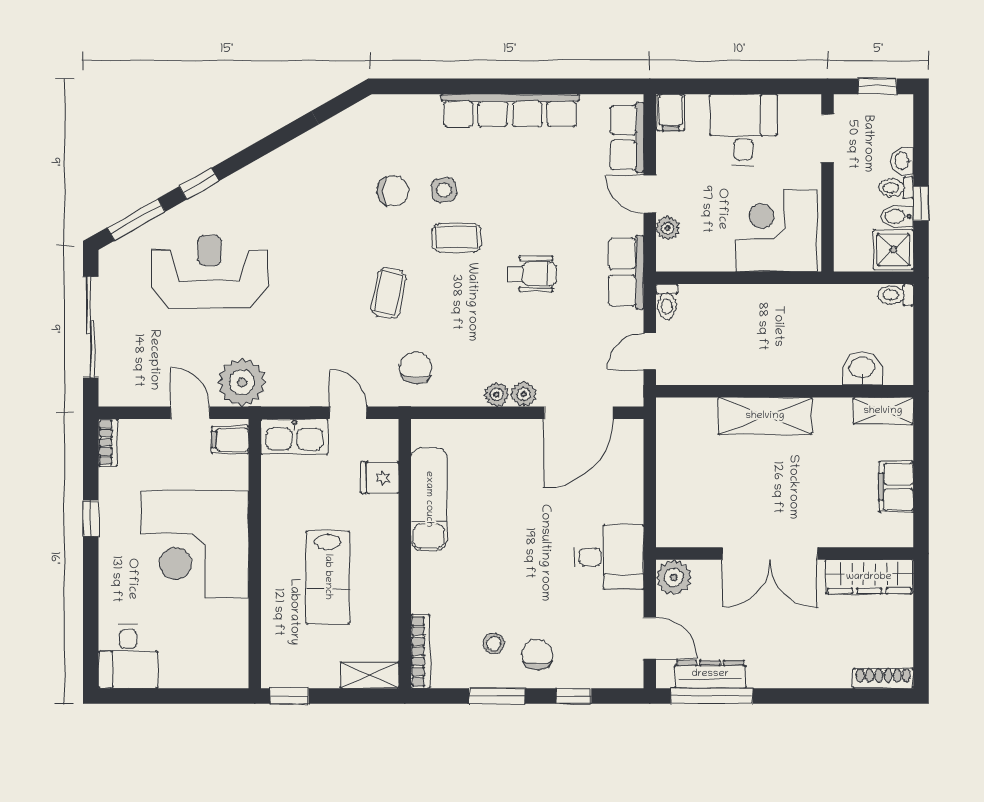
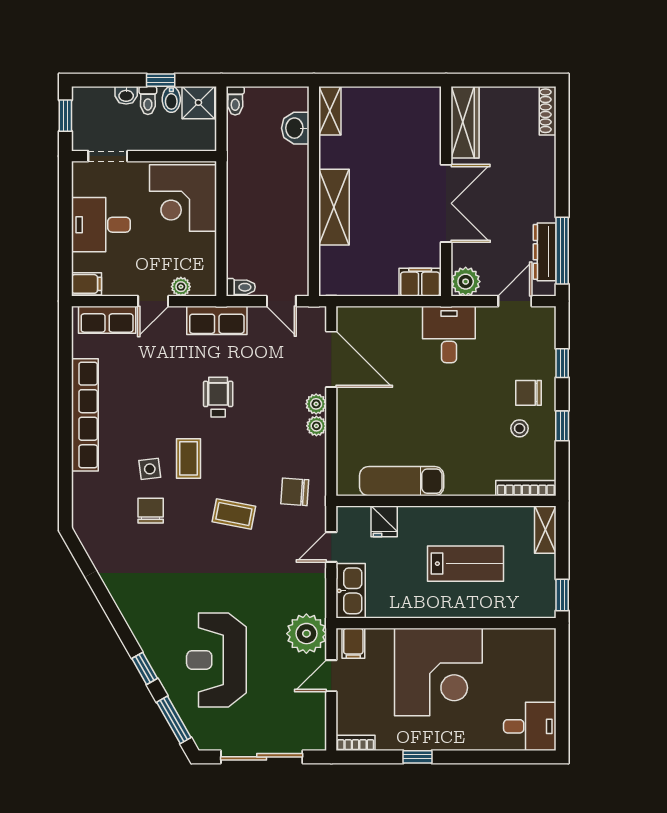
filing cabinet: (896, 487) -> (420, 282), moved, turned 180
window: (497, 696) -> (562, 426), width x0.67

